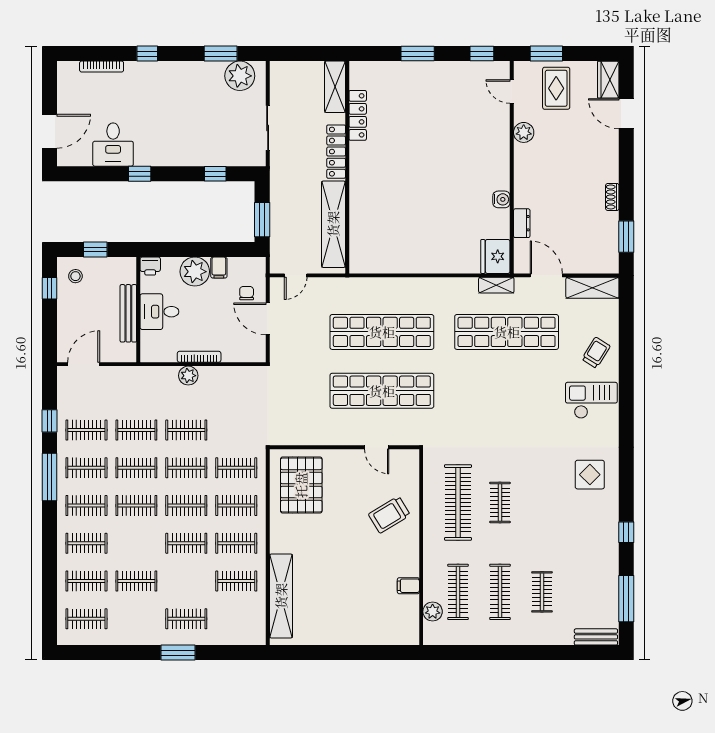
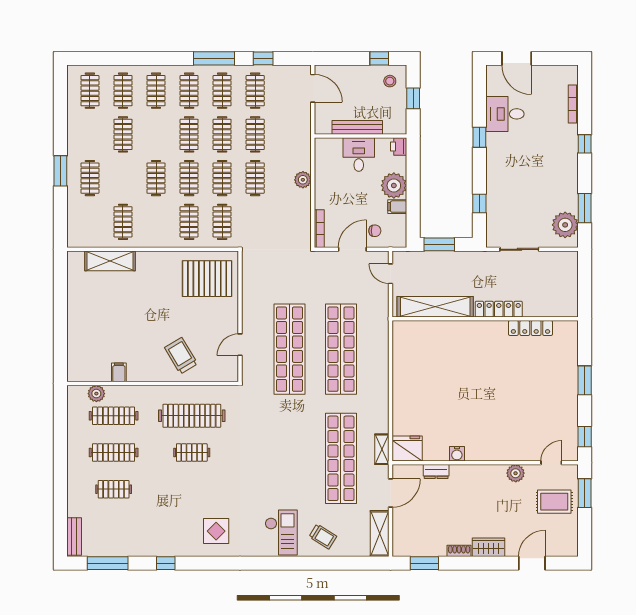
wardrobe: (608, 80) -> (488, 547), moved
shelving: (335, 87) -> (555, 308), removed
bookcase: (199, 357) -> (319, 229), moved
clothes rail: (236, 543) -> (156, 222), removed
shelving: (281, 596) -> (110, 261), width x0.68

